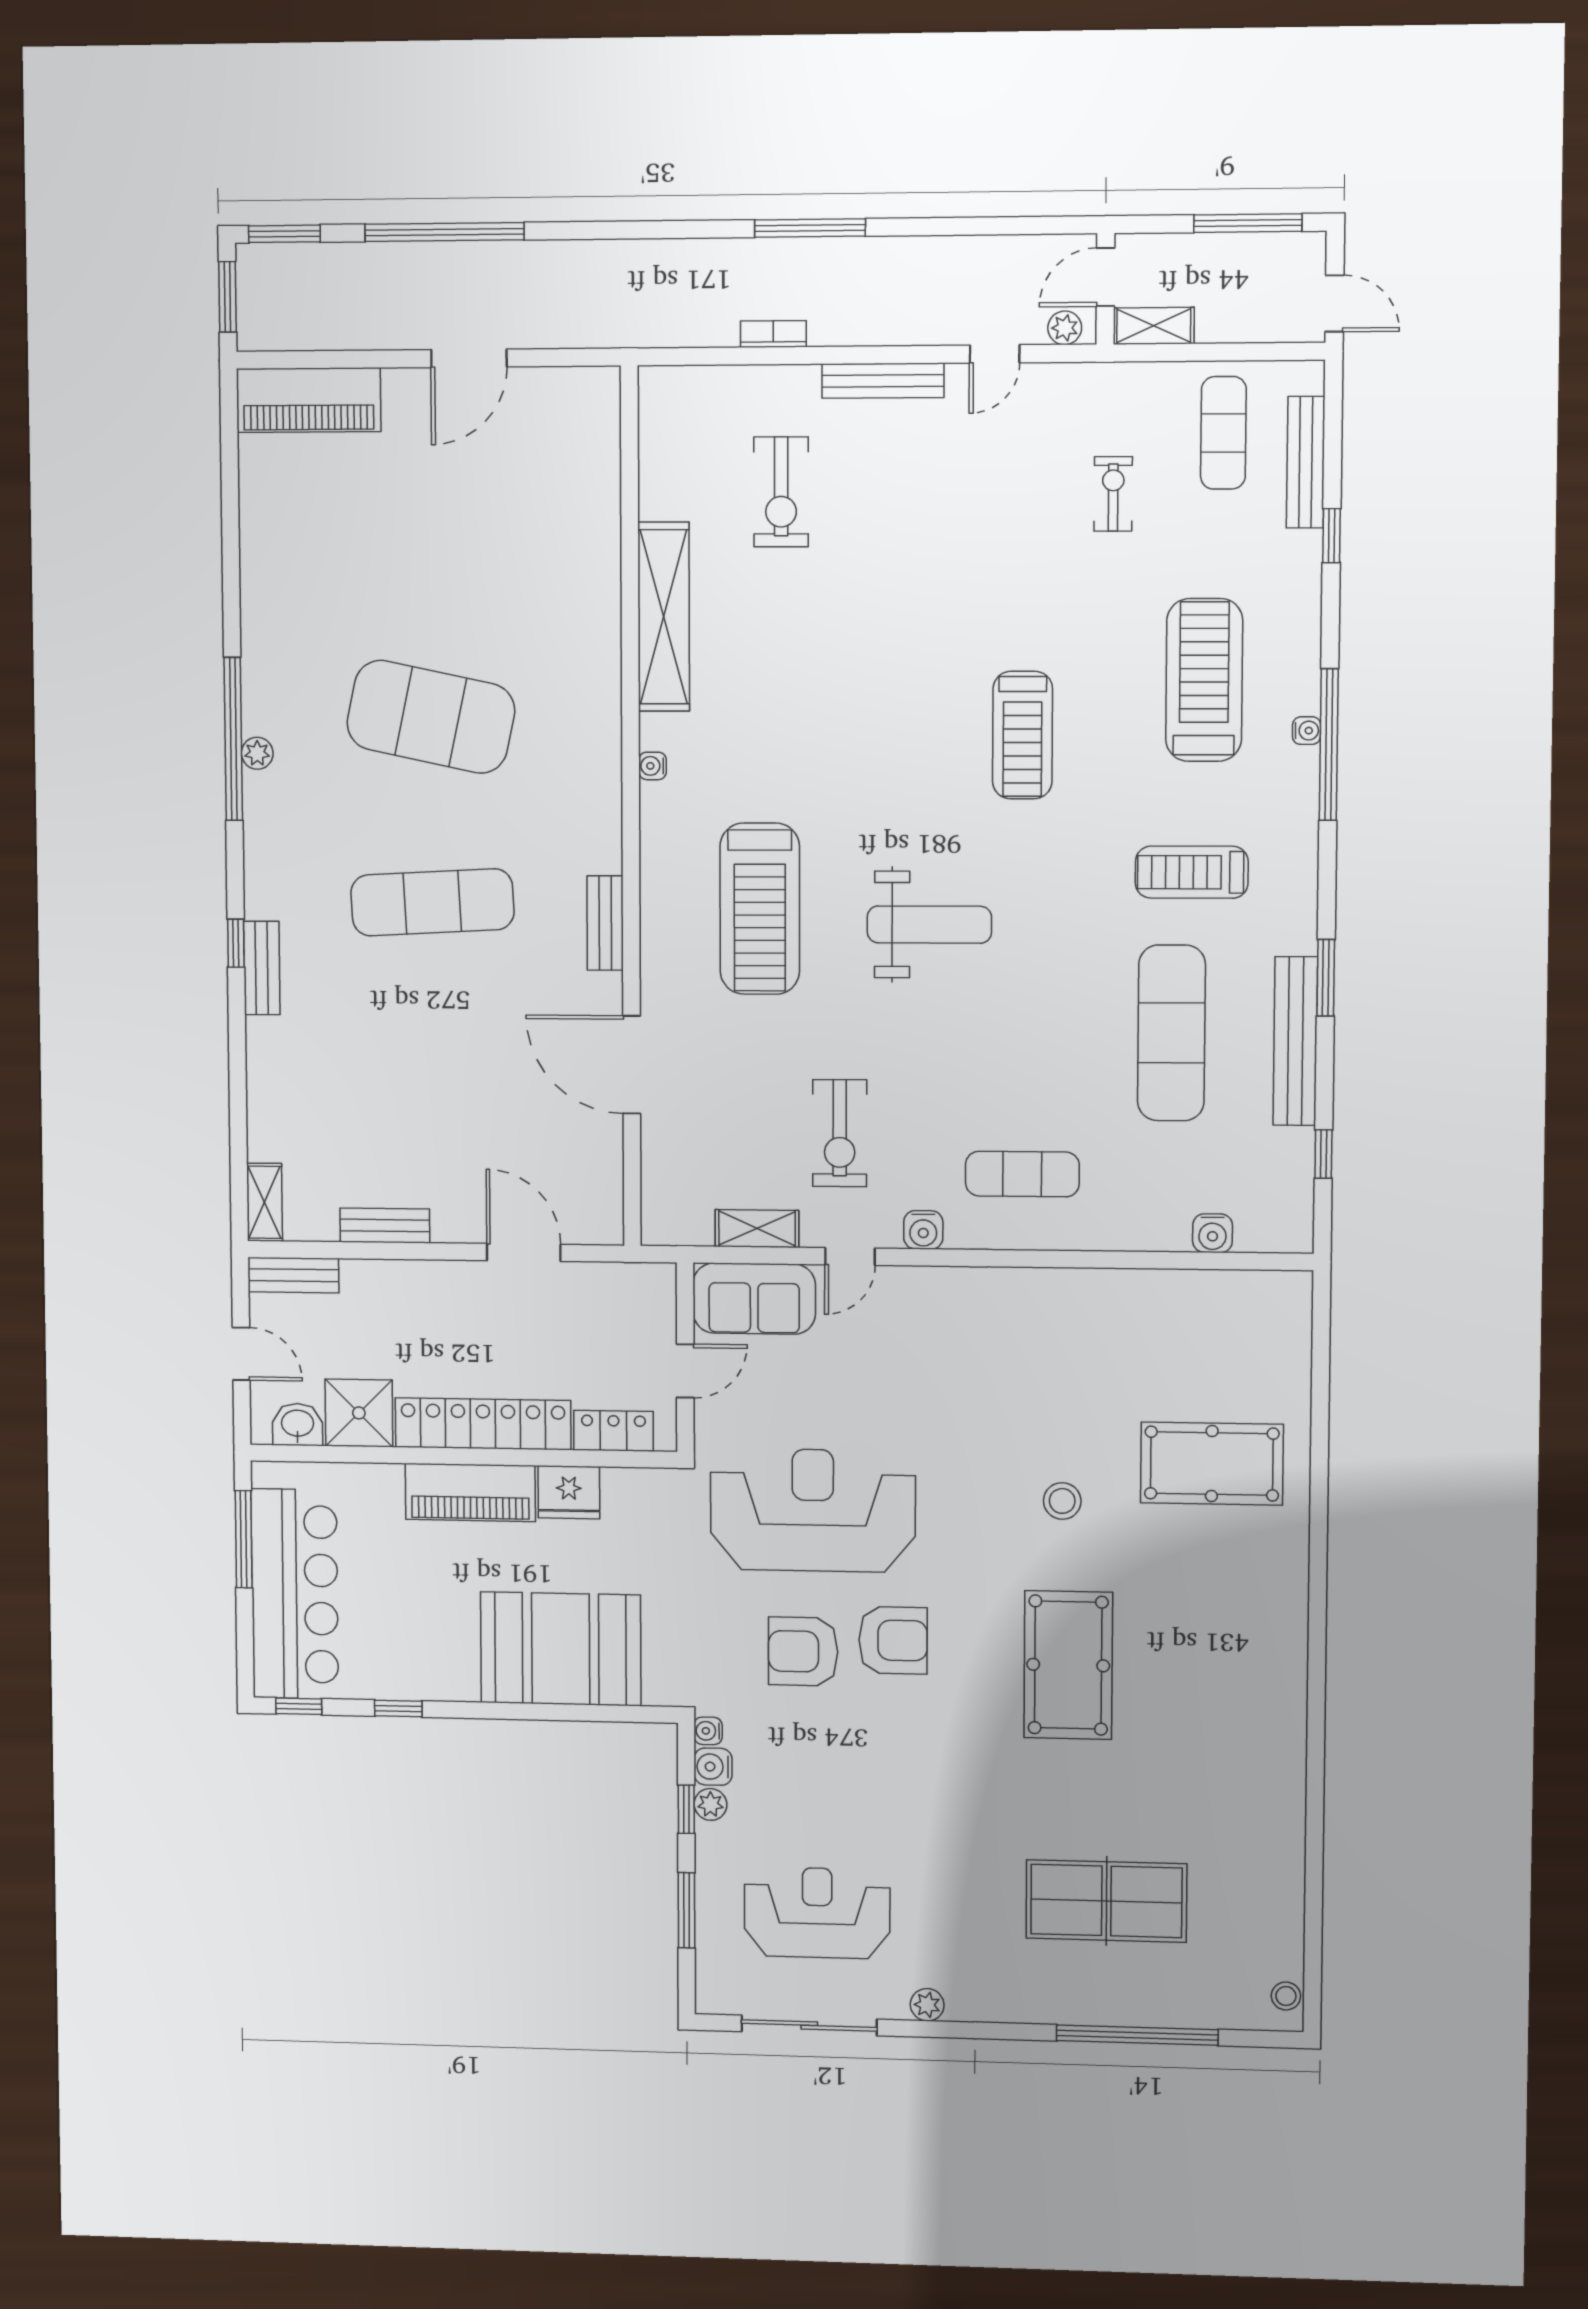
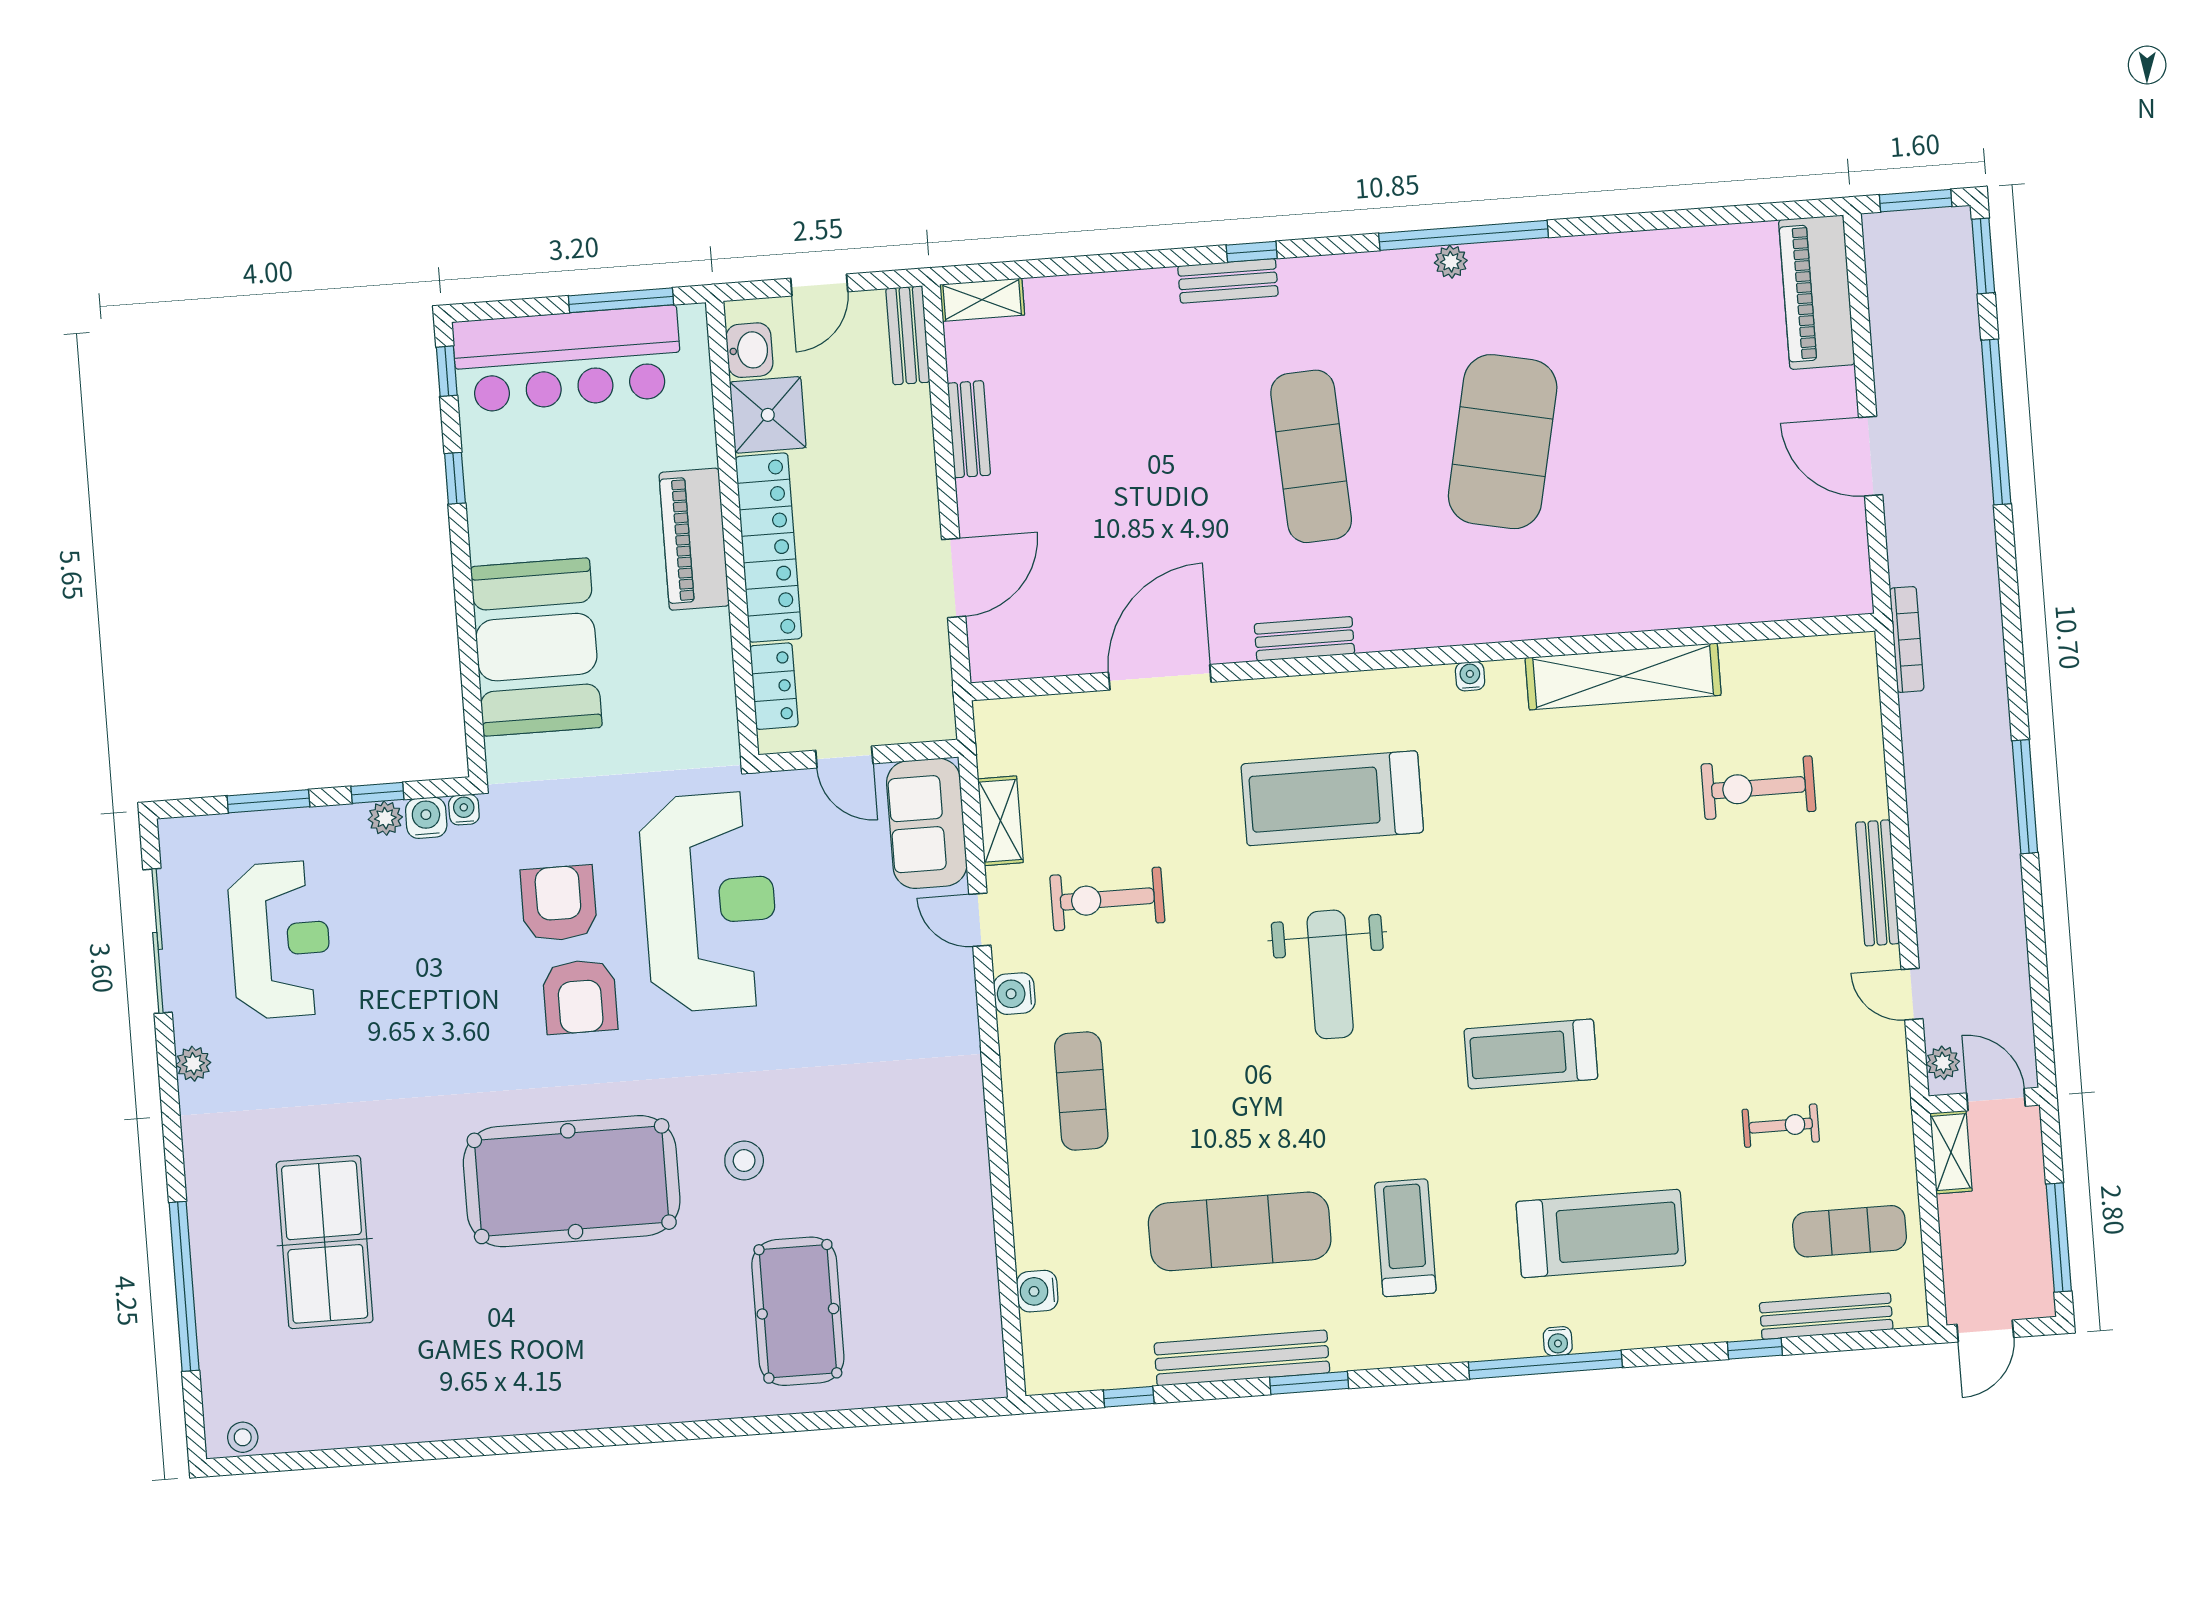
bookcase: (773, 334) -> (1907, 639), moved, width x1.56
fridge: (569, 1492) -> (704, 644), removed
pool table: (1068, 1665) -> (572, 1181), width x1.36, depth x1.32

